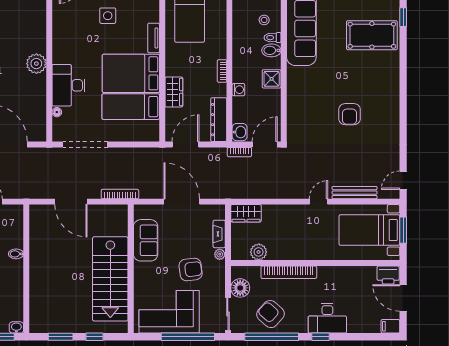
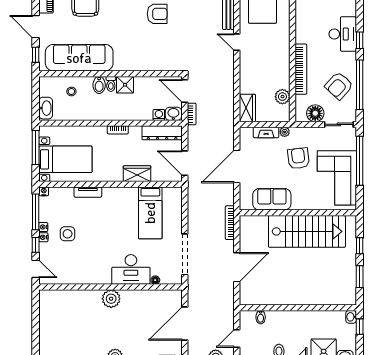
toilet: (272, 38) -> (111, 84), moved
bed: (131, 73) -> (120, 213), removed
washing machine: (238, 90) -> (159, 115), moved
bidet: (16, 254) -> (261, 317), moved

